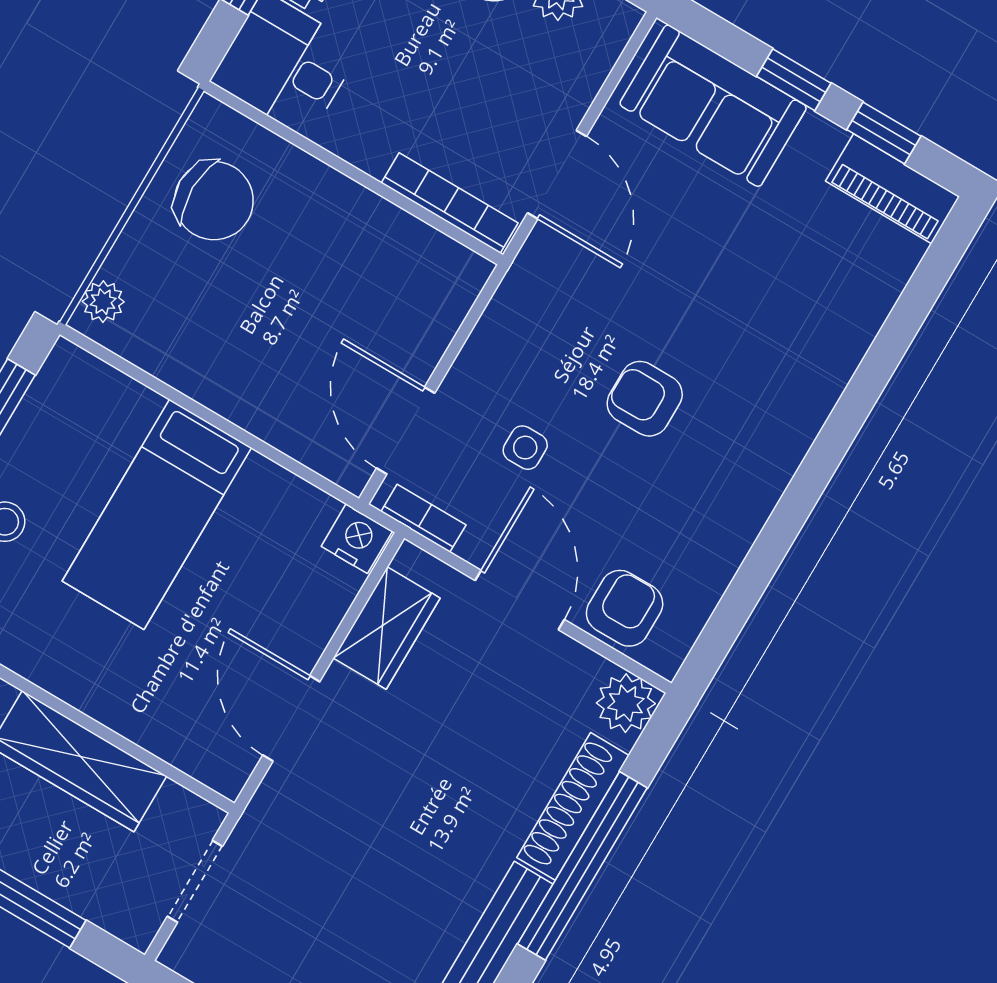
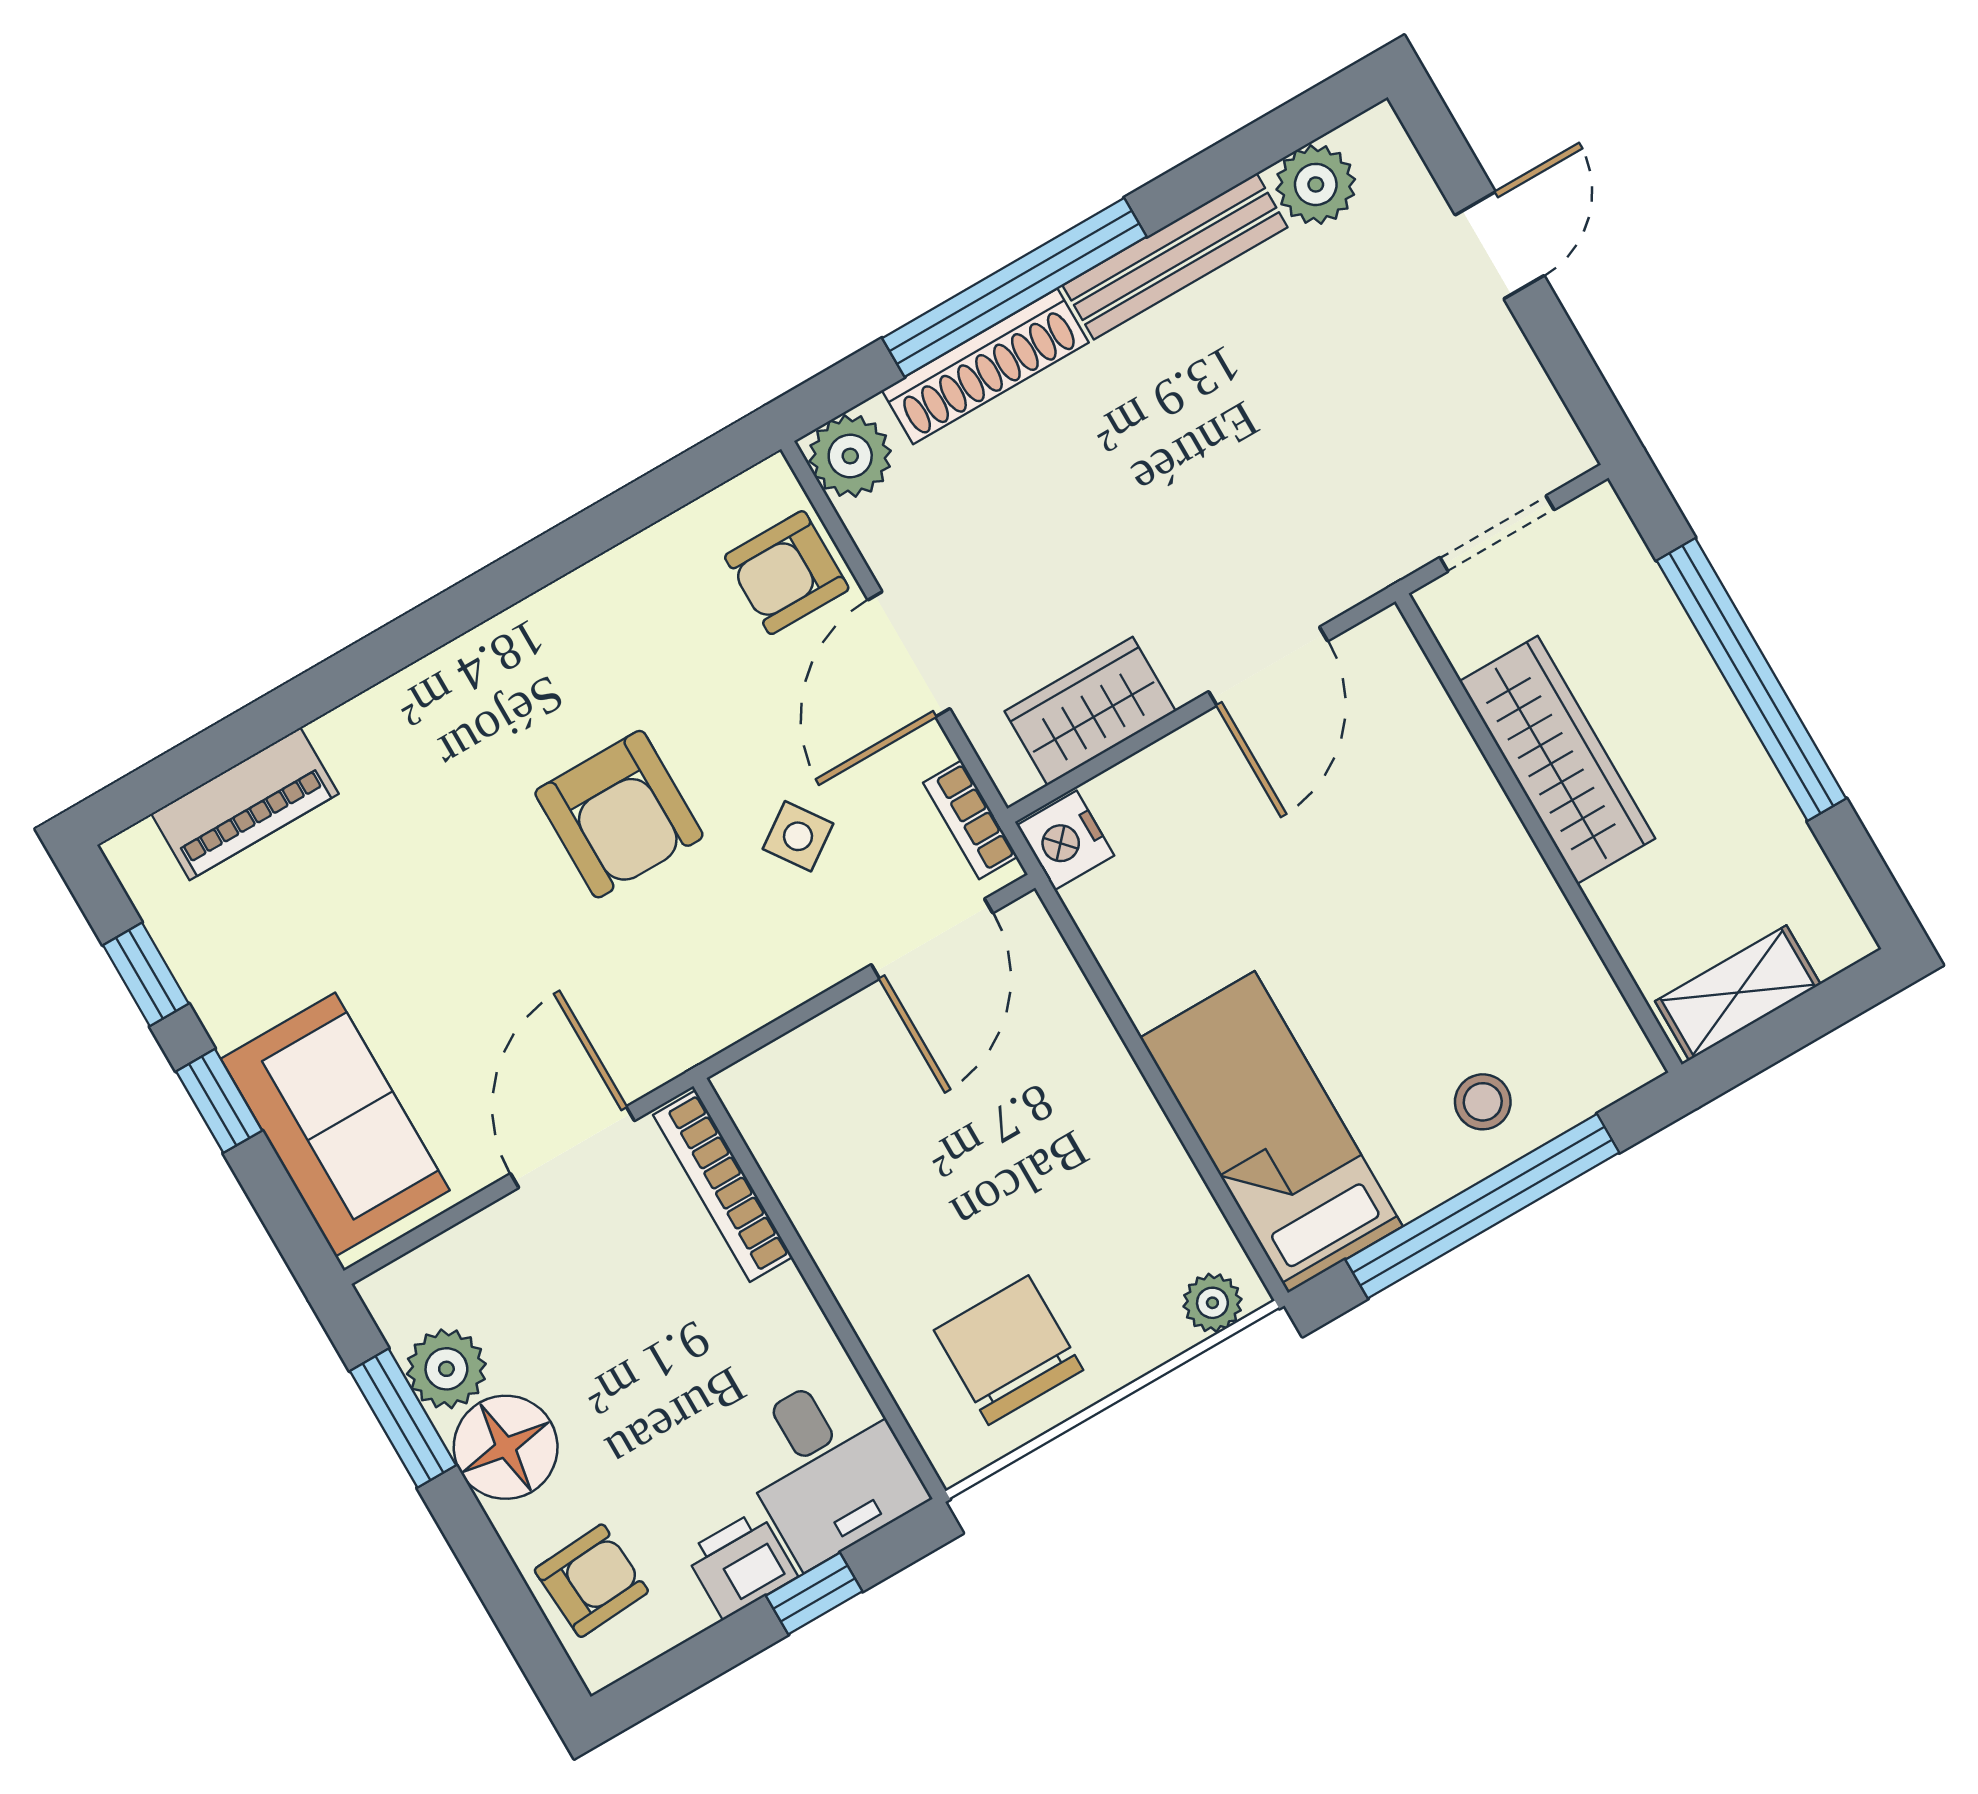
piano: (893, 189) -> (245, 804), moved, turned 90
armchair: (645, 399) -> (619, 814), width x1.38, depth x1.38
side table: (525, 448) -> (798, 836), turned -35
bed: (157, 514) -> (1271, 1132), moved, turned -90

